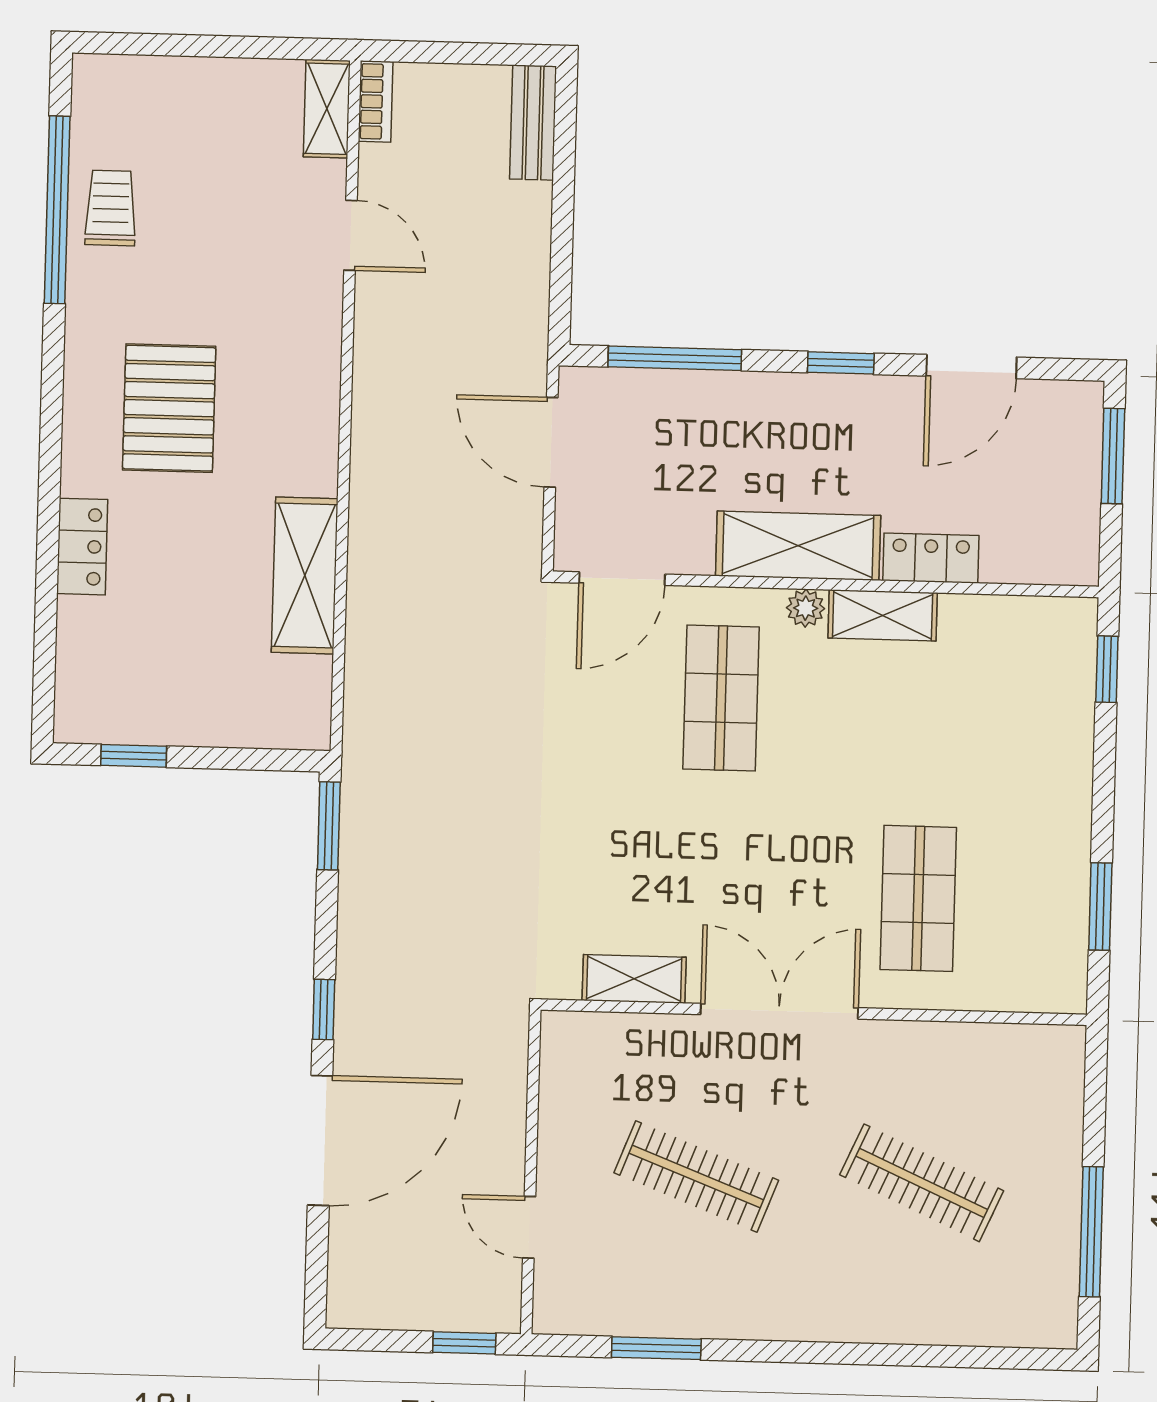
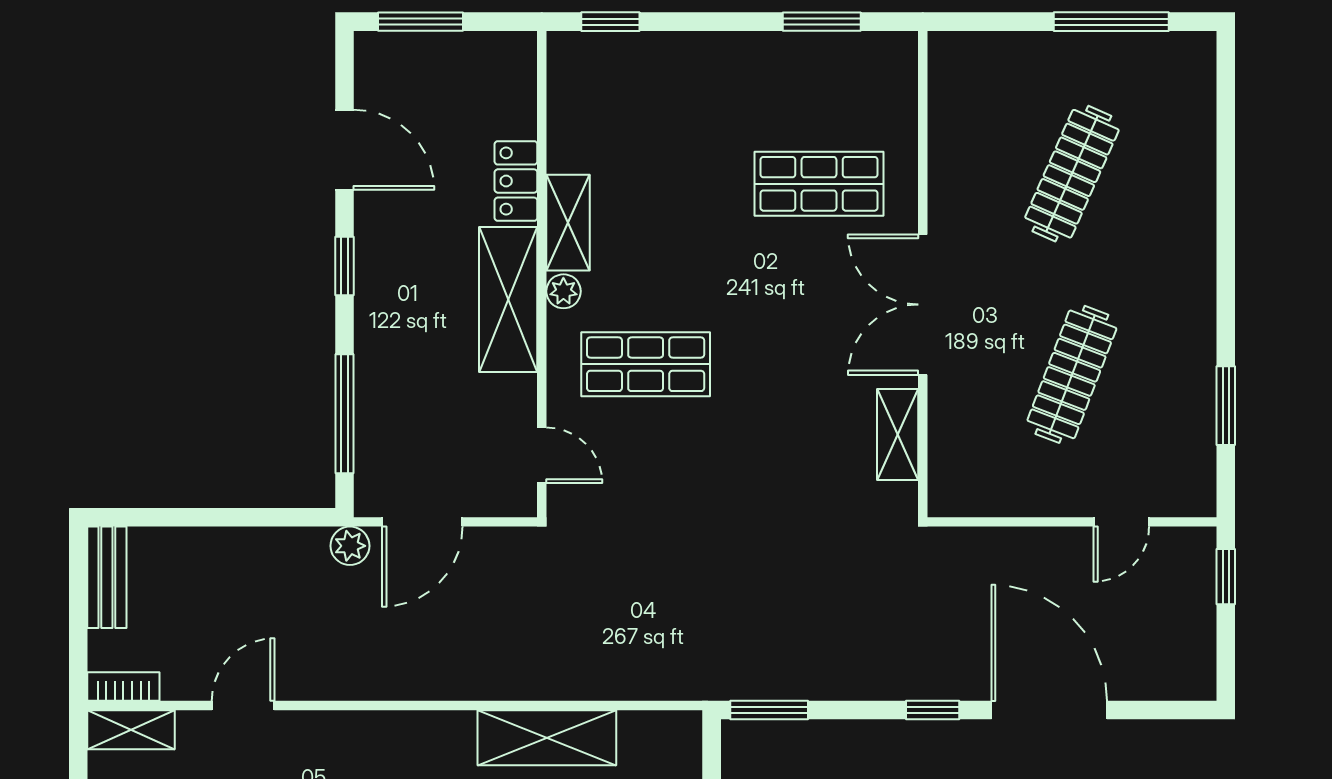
bench: (533, 123) -> (107, 577), moved, turned 90
plant: (526, 360) -> (350, 546), added
door: (622, 579) -> (542, 455), width x0.73

